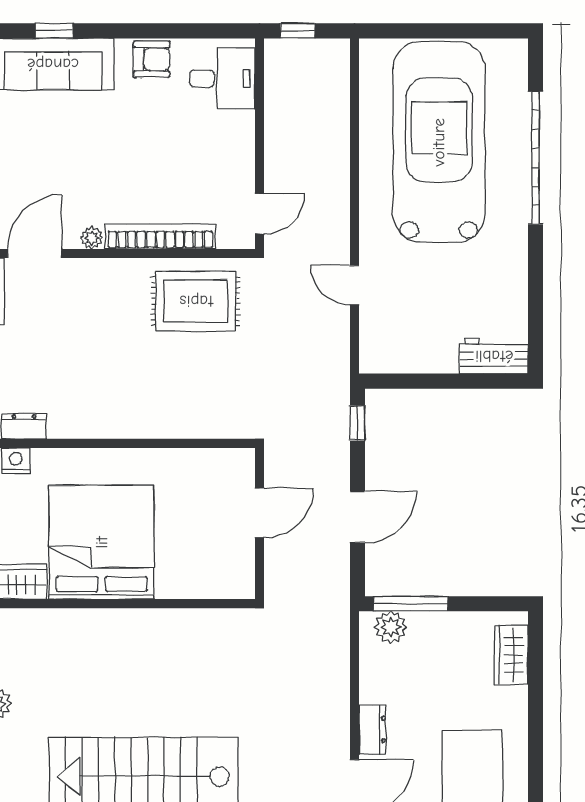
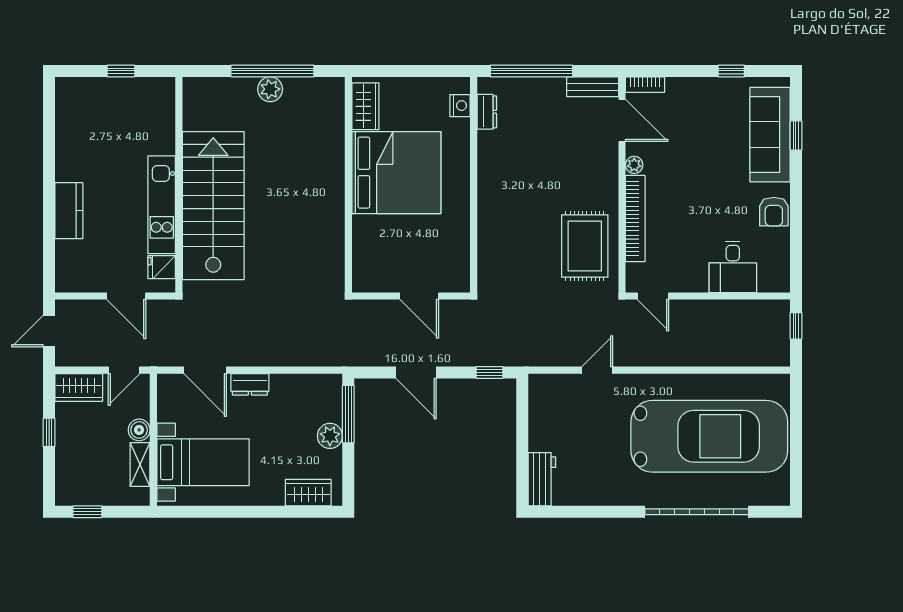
desk: (222, 79) -> (733, 267), moved
plant: (391, 627) -> (330, 436), moved

